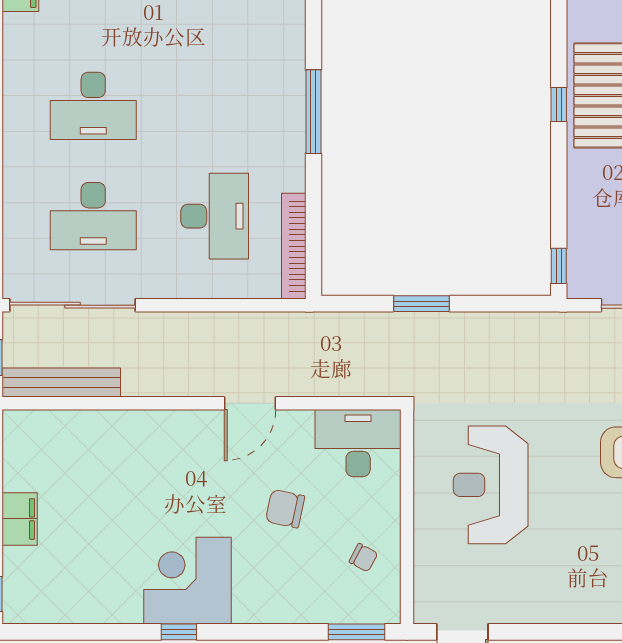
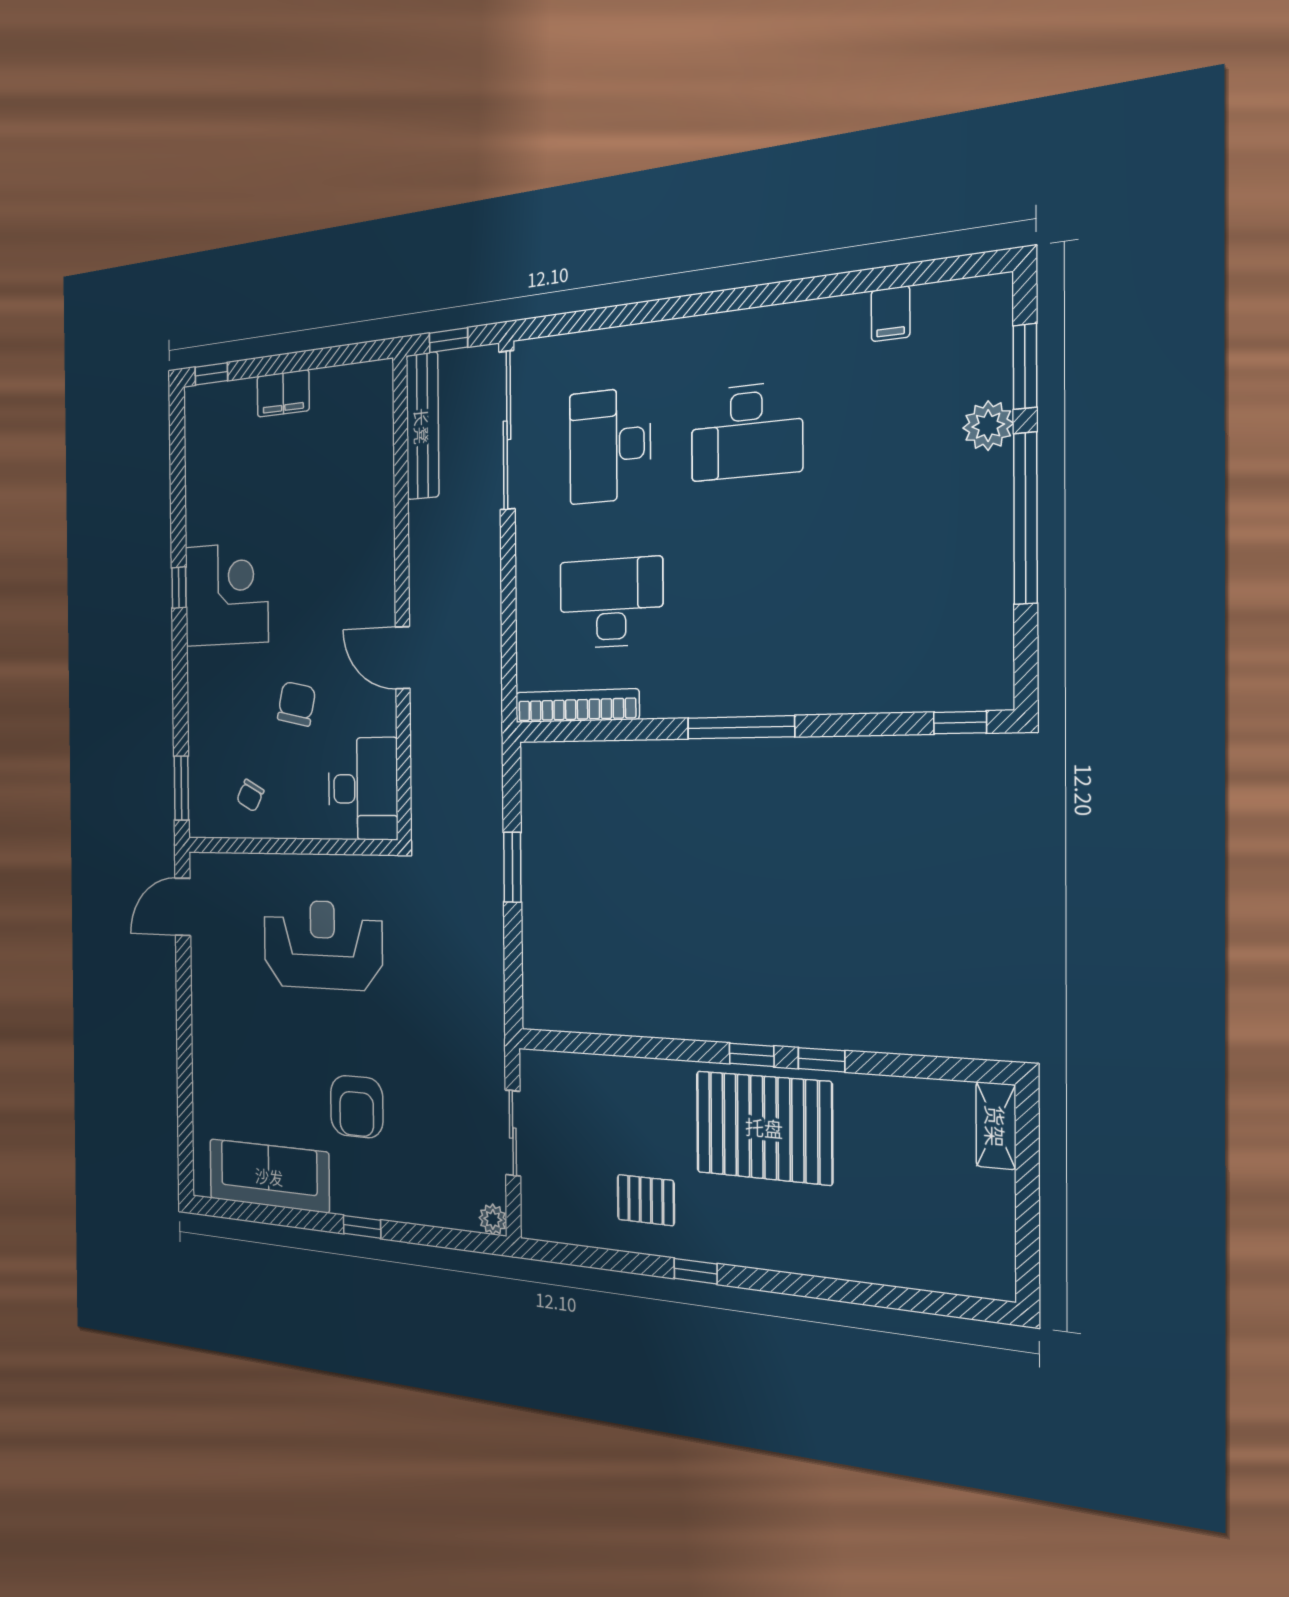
desk: (93, 106) -> (746, 431), turned -90
desk: (215, 216) -> (611, 603), turned 180
window: (559, 266) -> (822, 1060), moved

